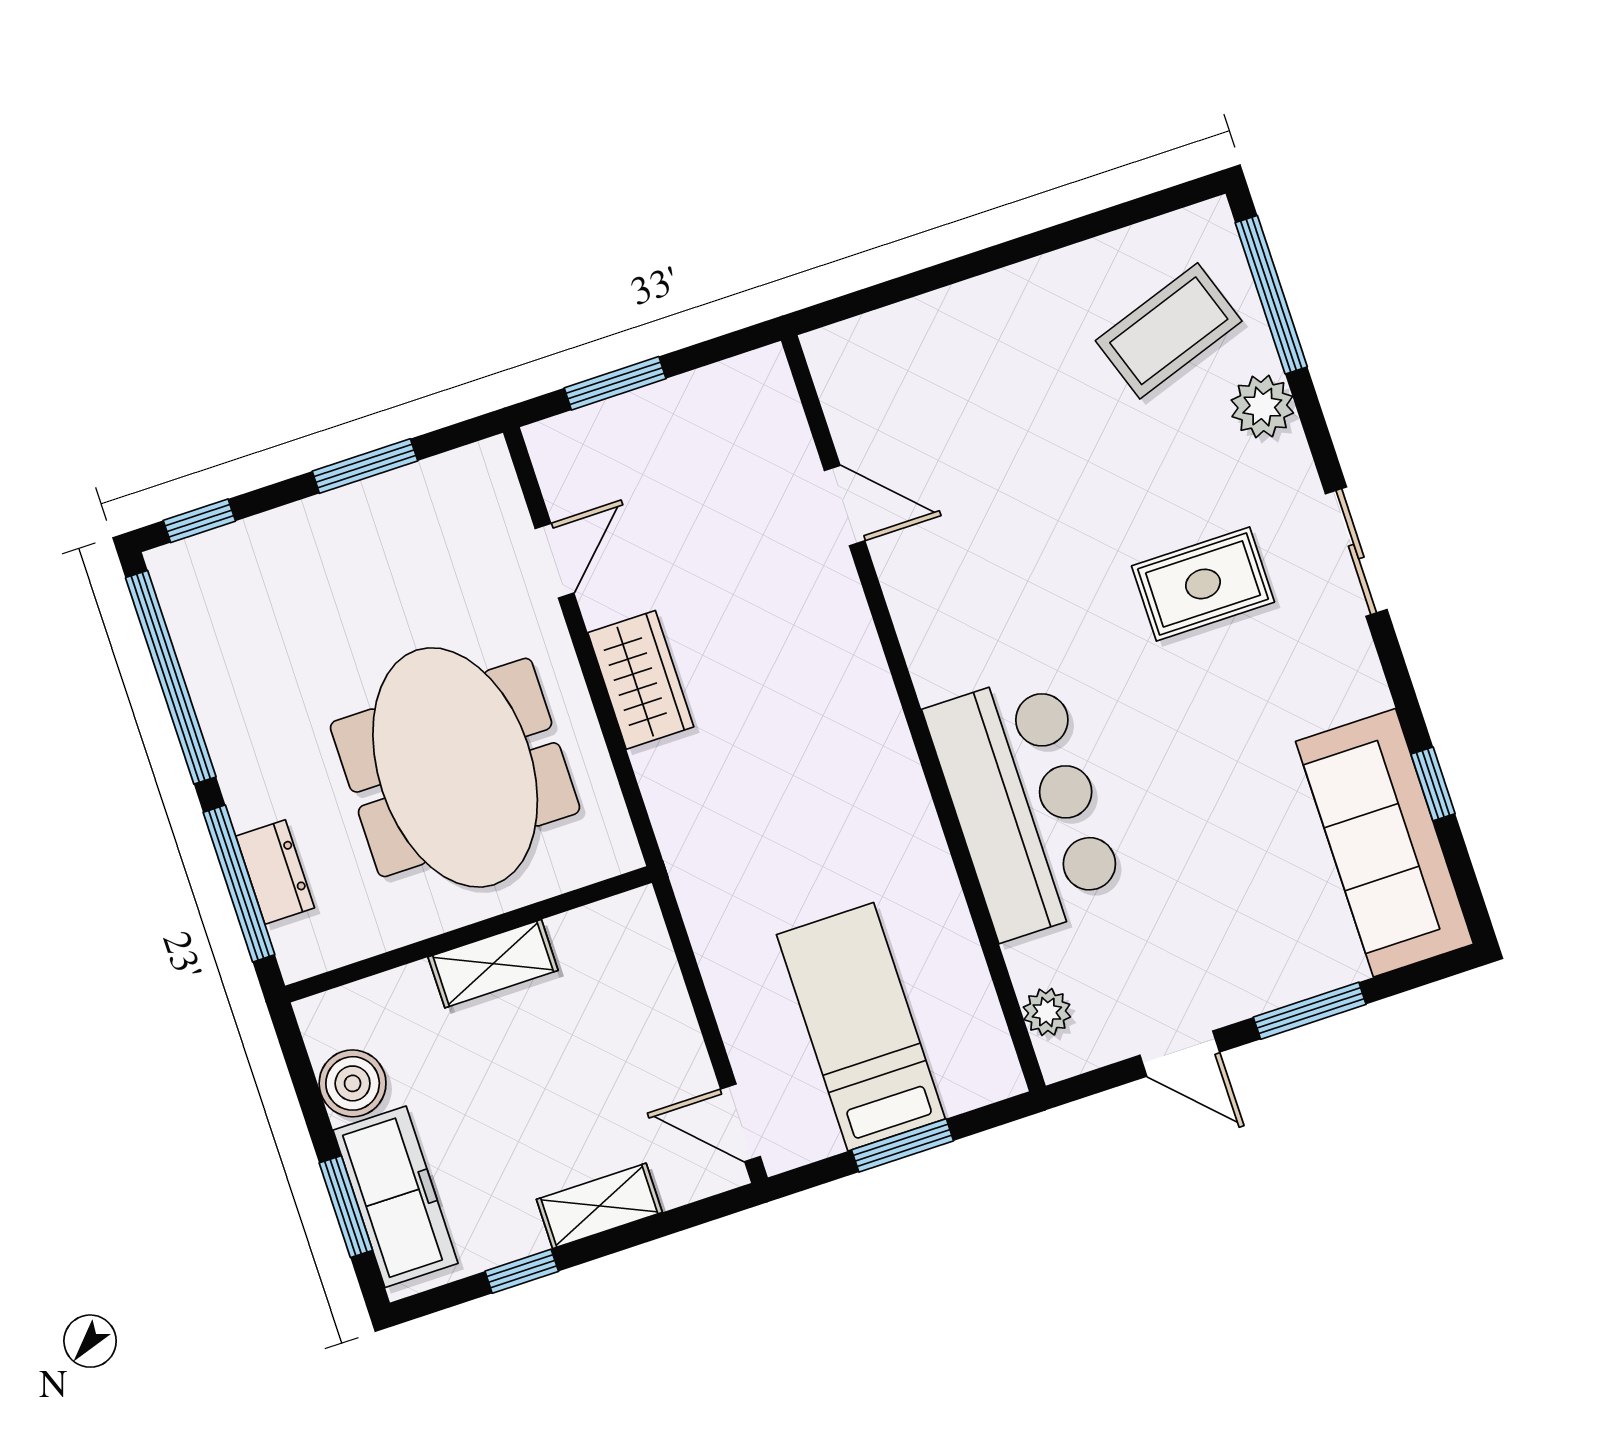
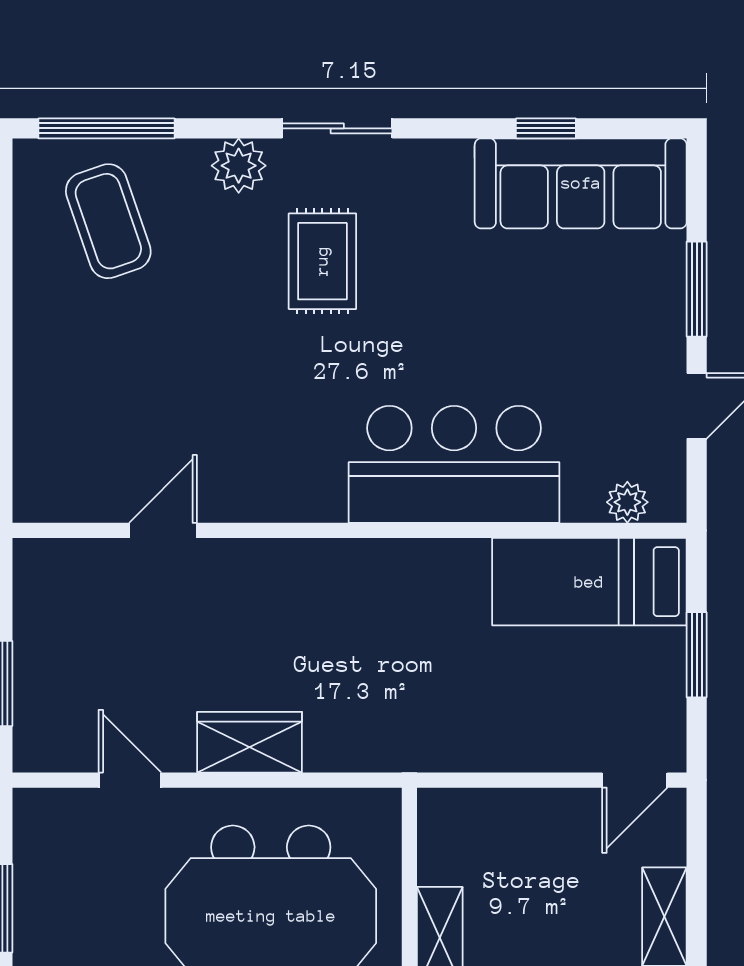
plant: (1262, 407) -> (239, 166), moved
bed: (861, 1027) -> (589, 582), moved

